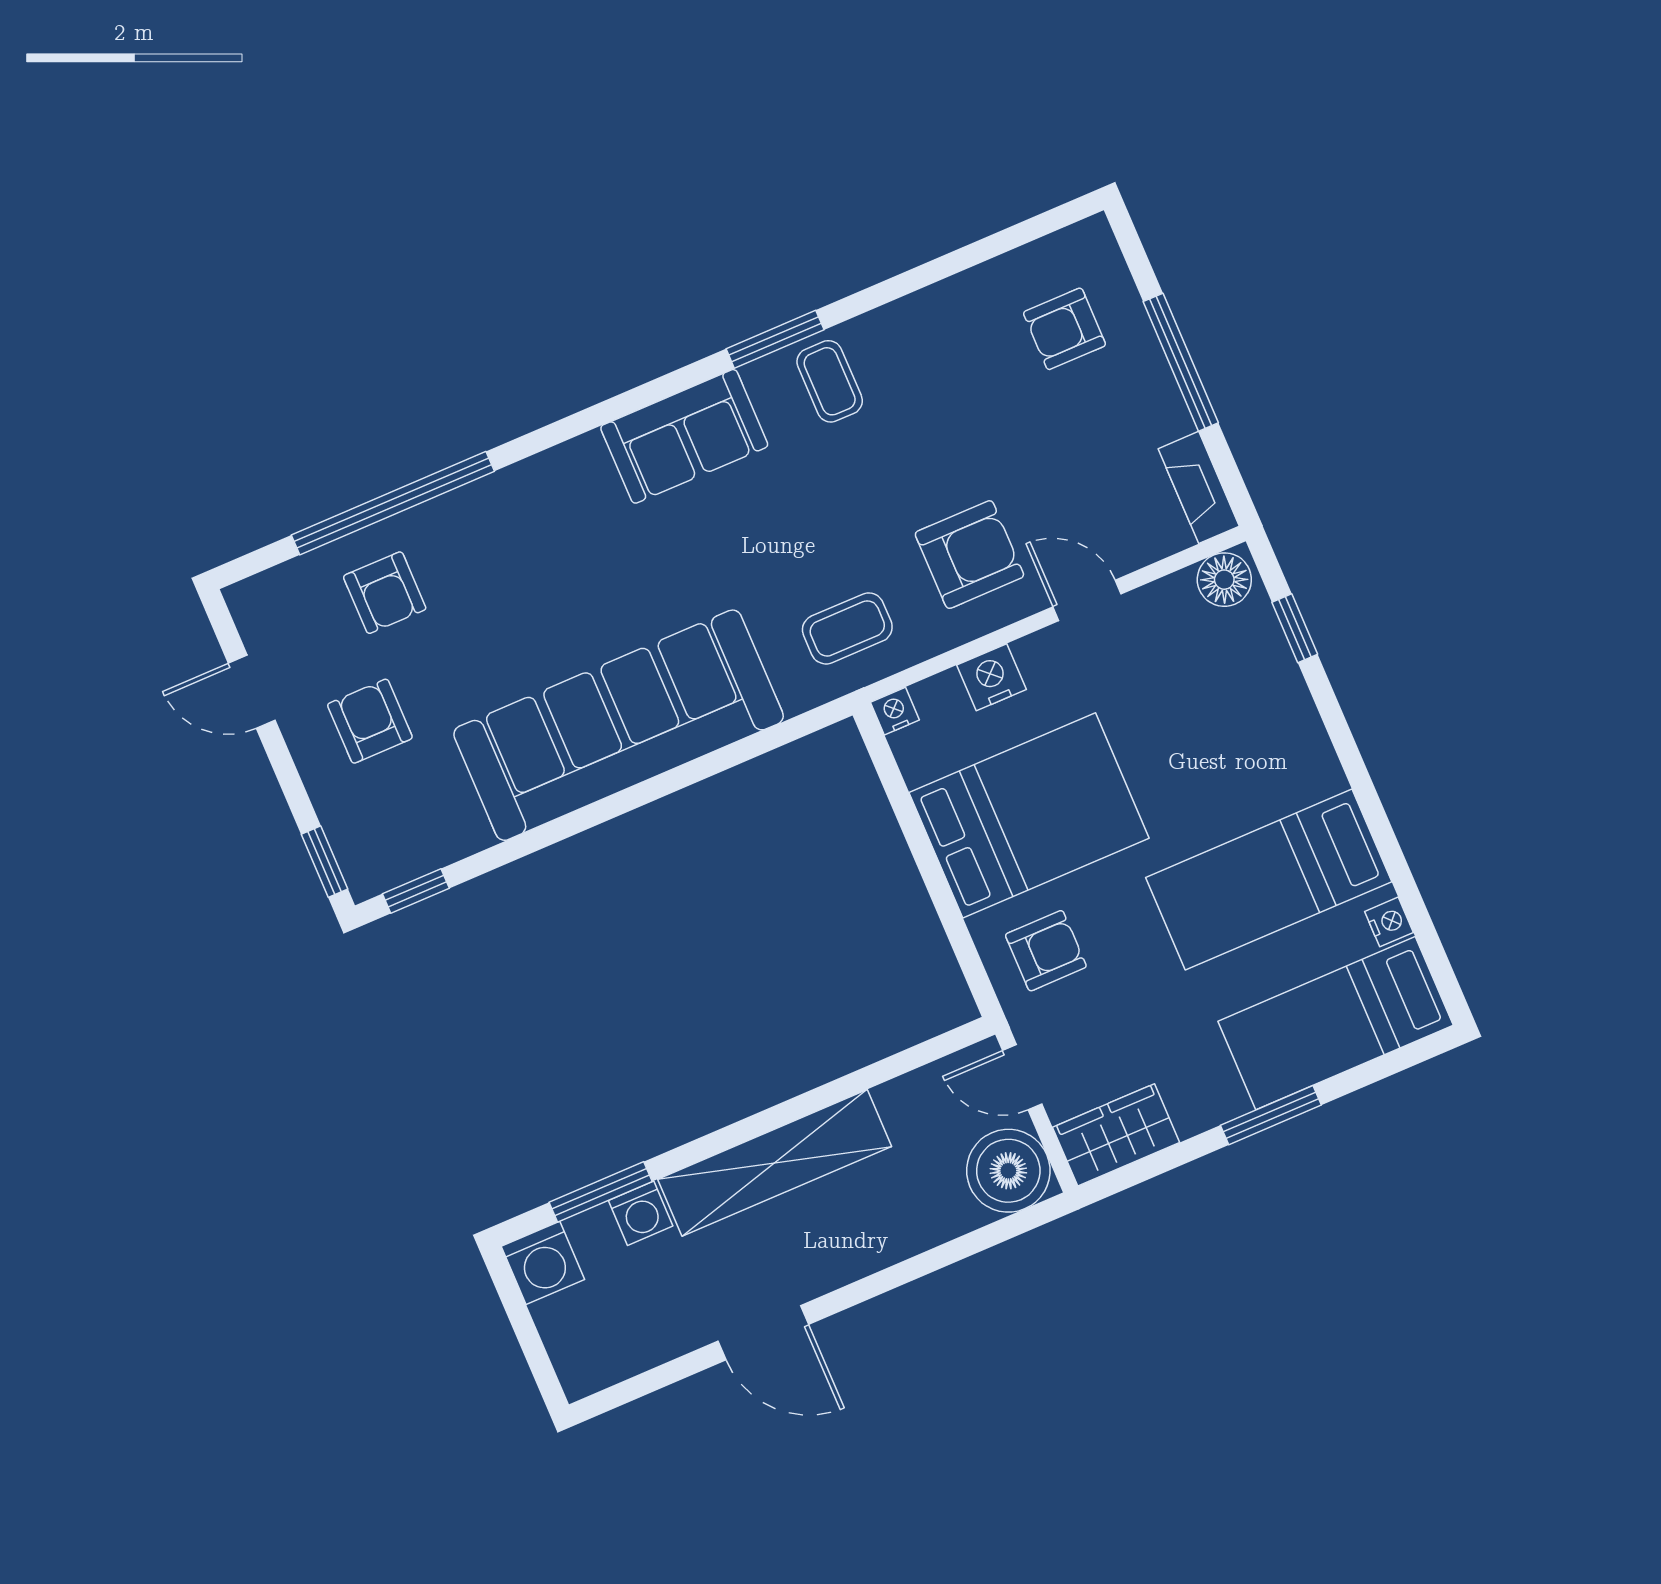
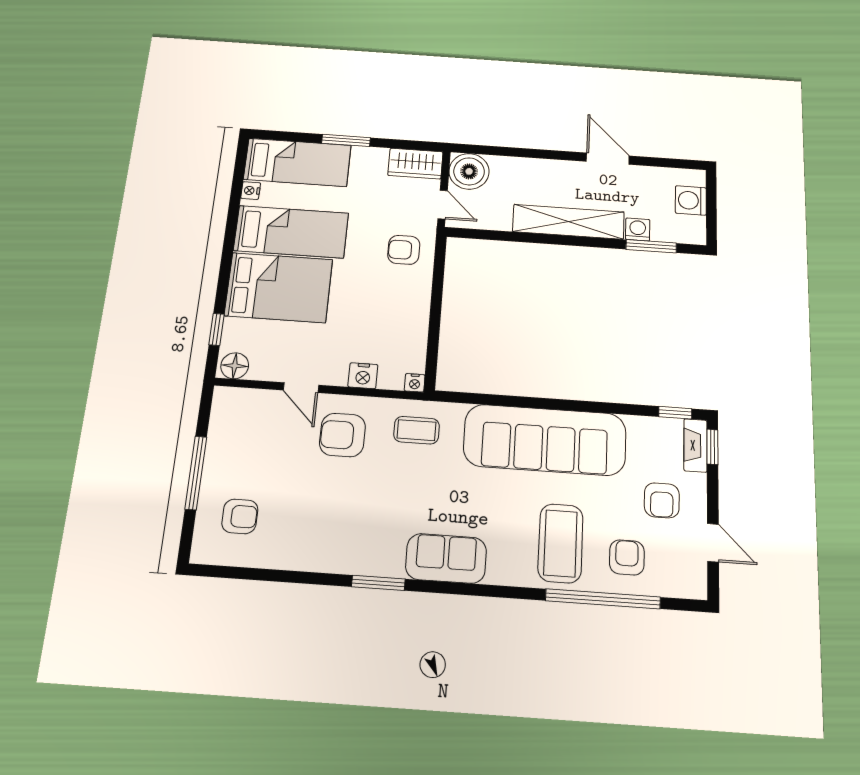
coffee table: (830, 381) -> (561, 543), moved, width x1.86, depth x1.72
fireplace: (1199, 487) -> (695, 445), moved, turned 180
bed: (1029, 815) -> (279, 288), moved, turned 180
washing machine: (543, 1263) -> (691, 200), moved, turned -90

